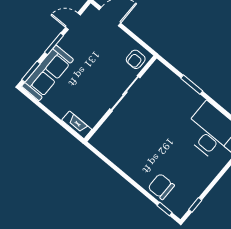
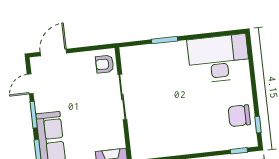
armchair: (136, 59) -> (105, 64), turned 90
chair: (161, 187) -> (239, 116), moved

